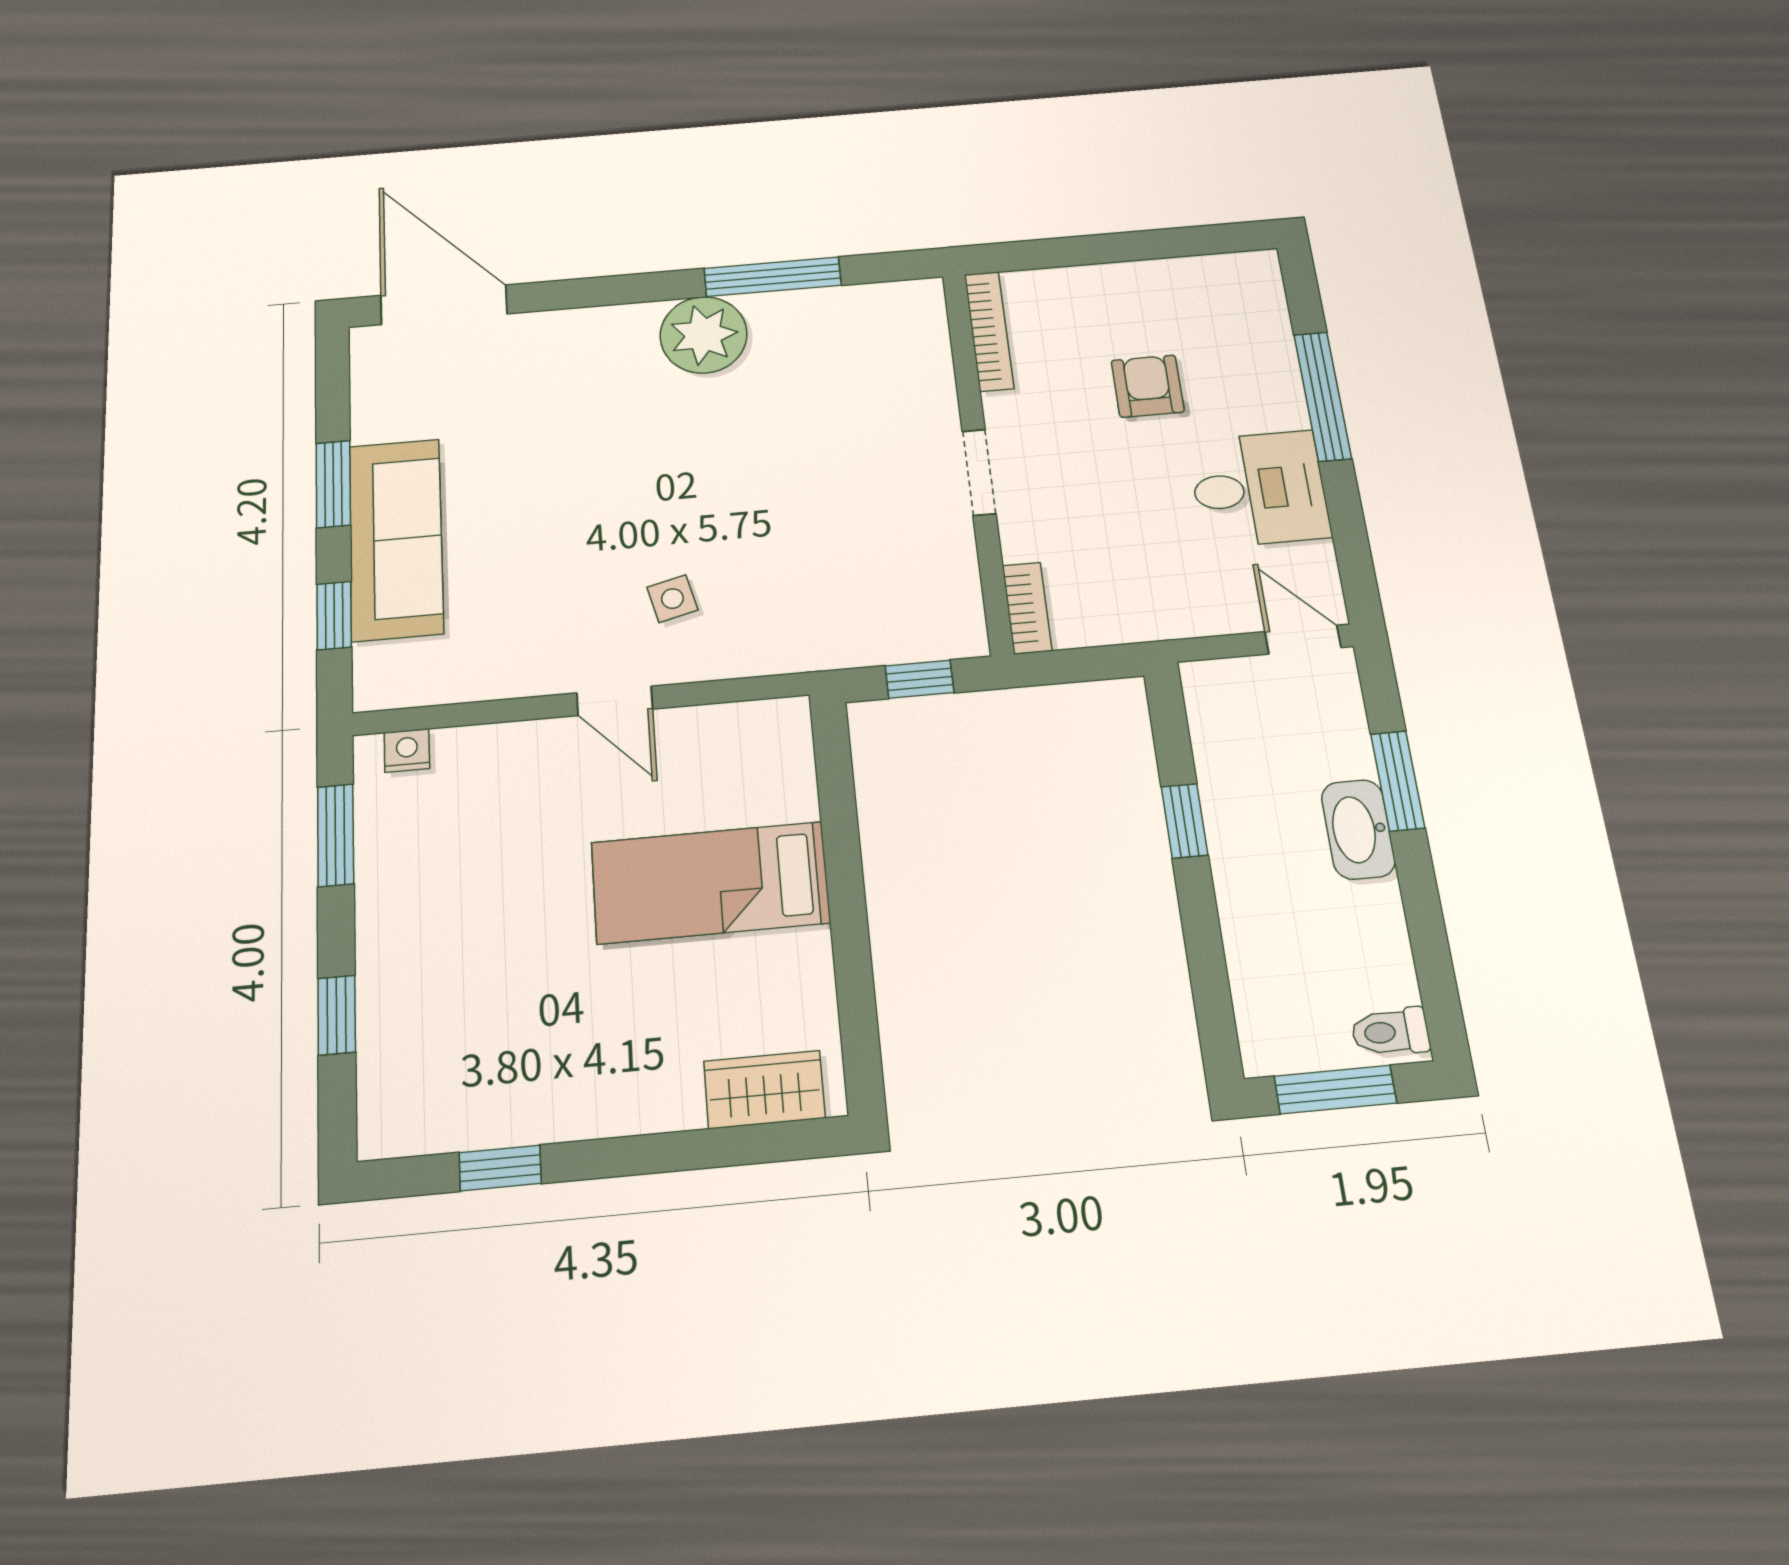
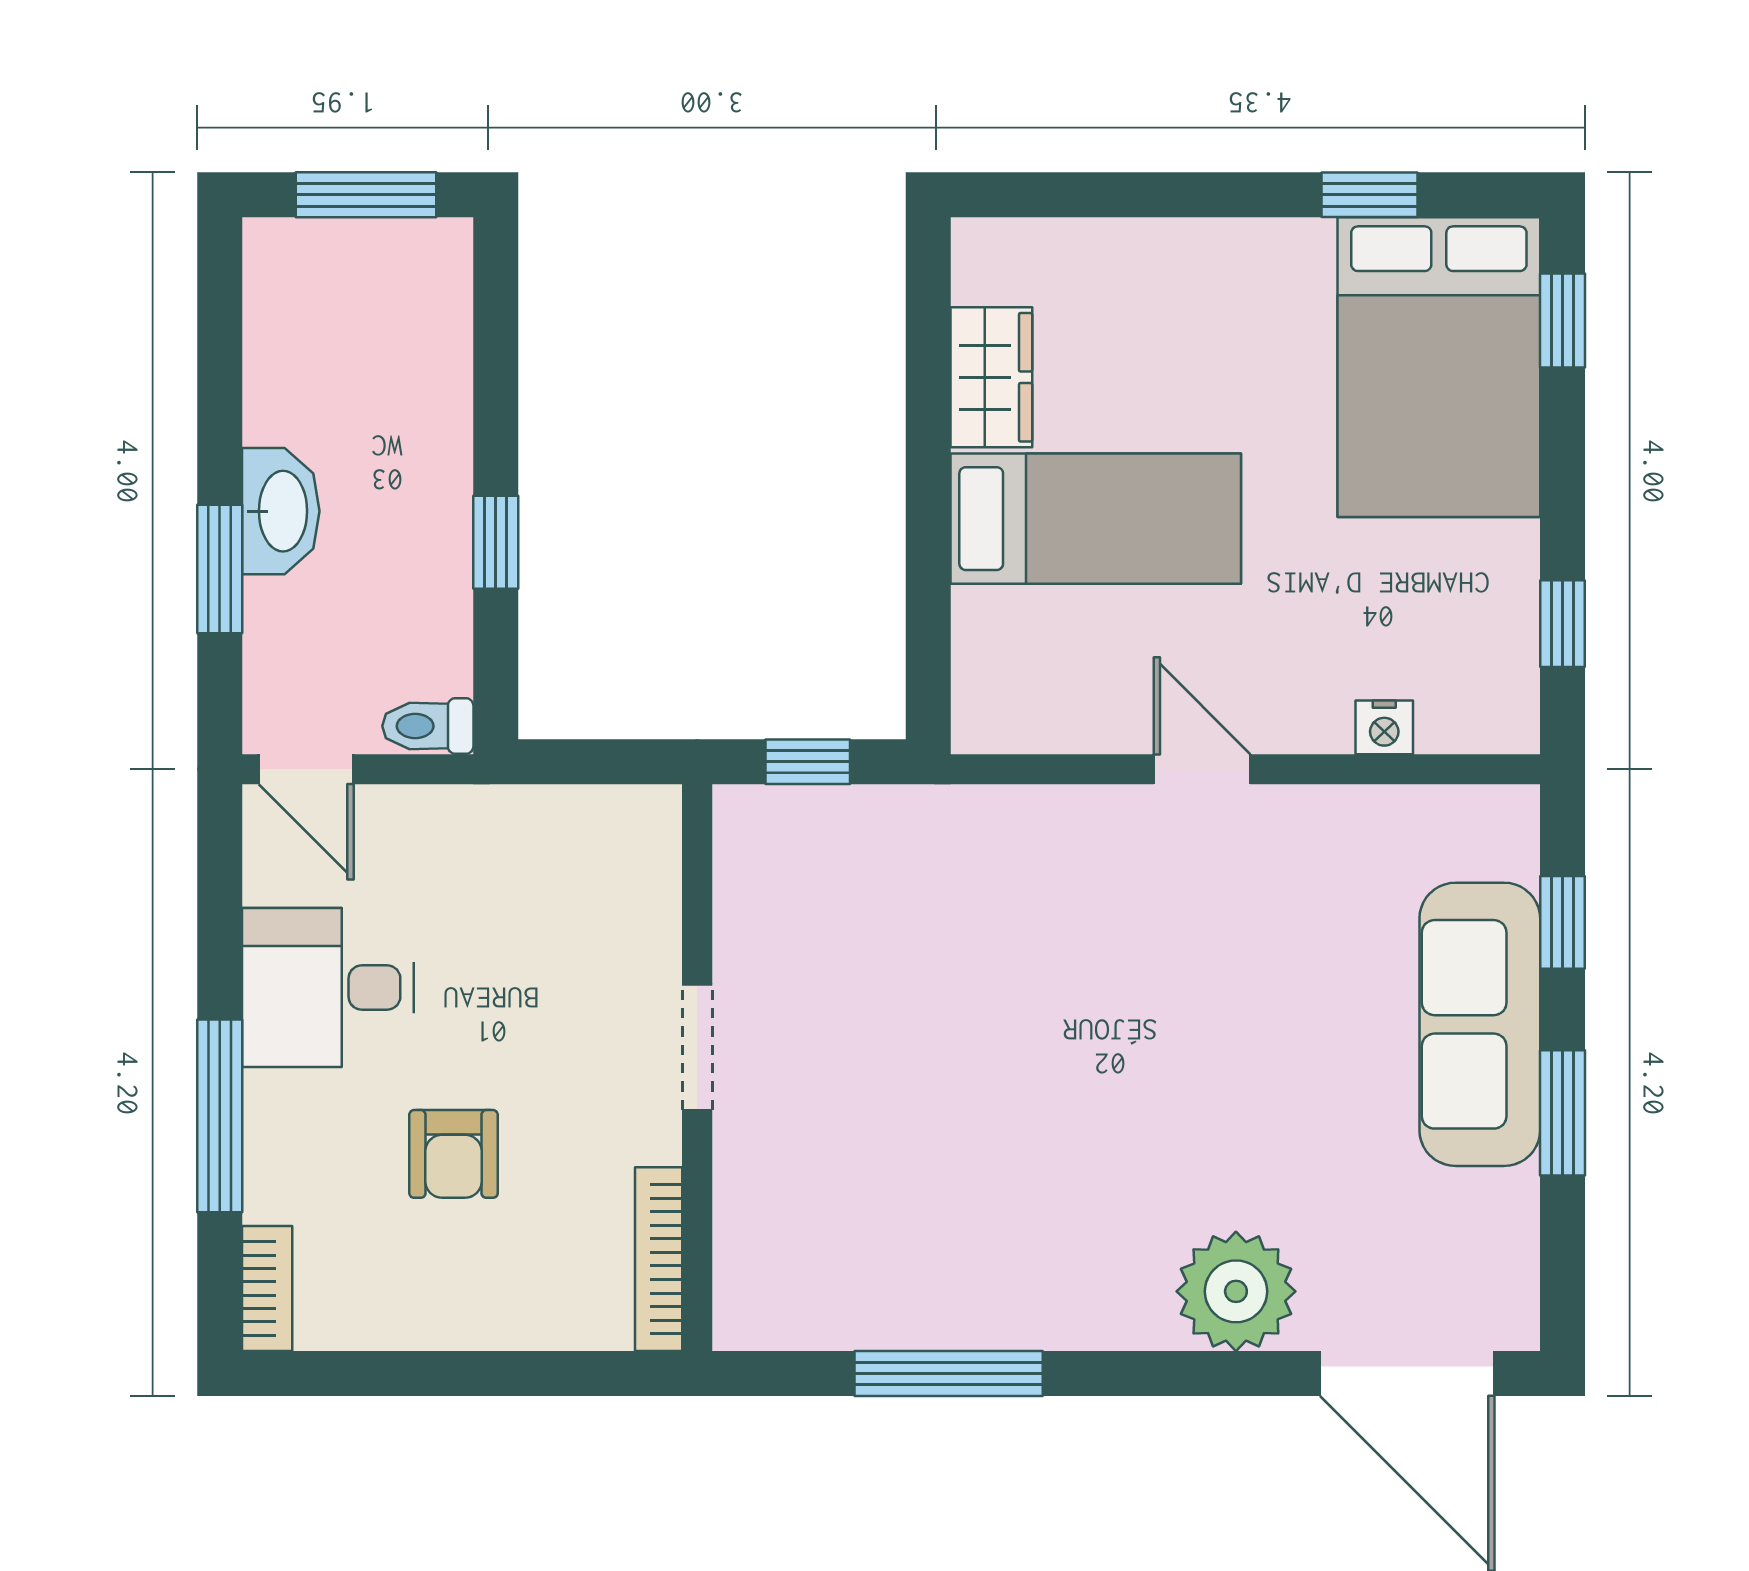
plant: (704, 335) -> (1236, 1291), moved
side table: (672, 599) -> (1119, 904), removed
bookcase: (1027, 608) -> (267, 1288), moved, turned 180
nightstand: (407, 750) -> (1384, 727), moved
window: (336, 835) -> (1562, 624), width x0.67
window: (337, 1015) -> (1562, 320), moved
bed: (438, 1029) -> (1439, 367), added
toilet: (1390, 1032) -> (428, 726), moved, turned 180
wardrobe: (764, 1090) -> (991, 377), moved, turned -90

